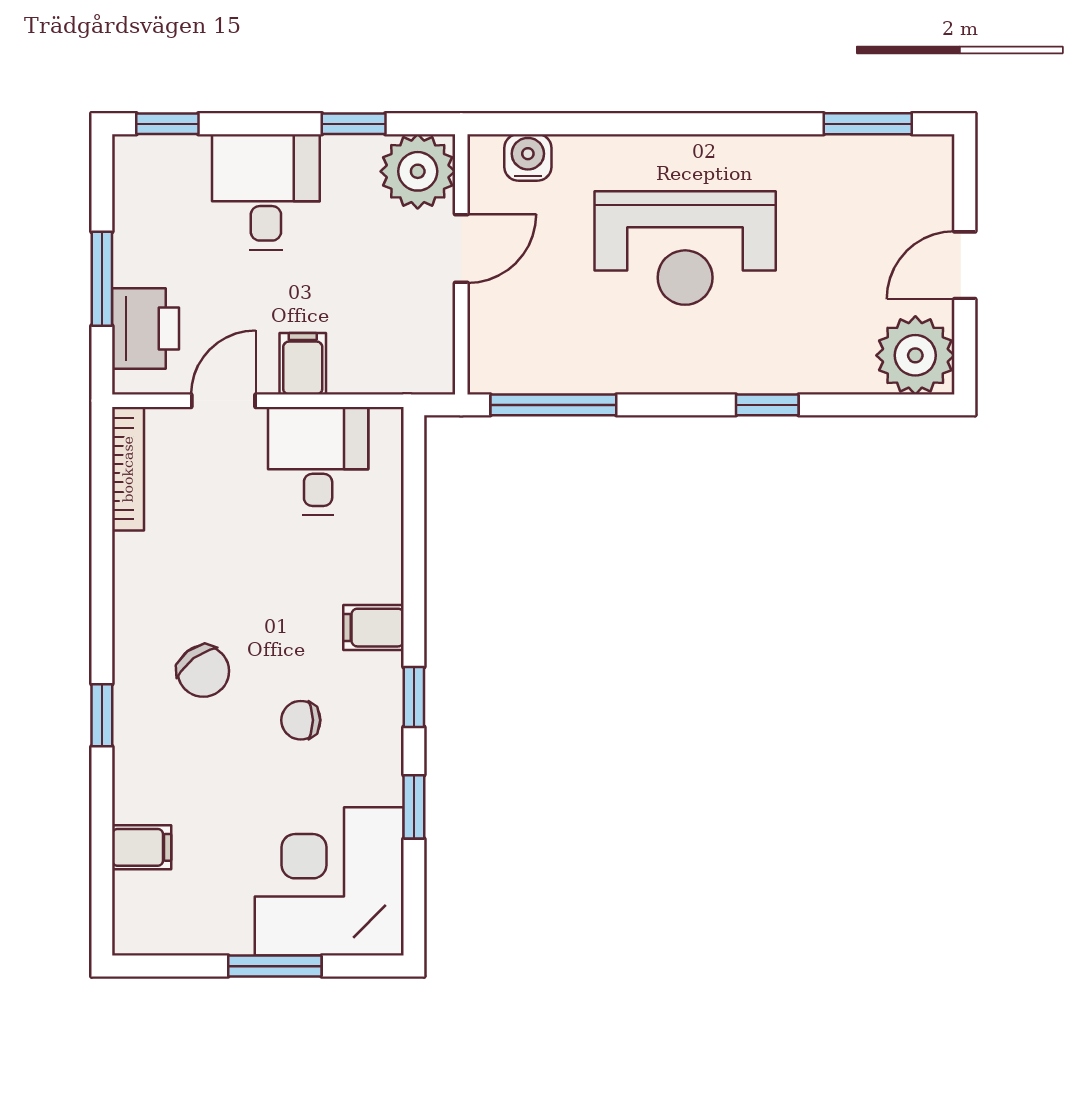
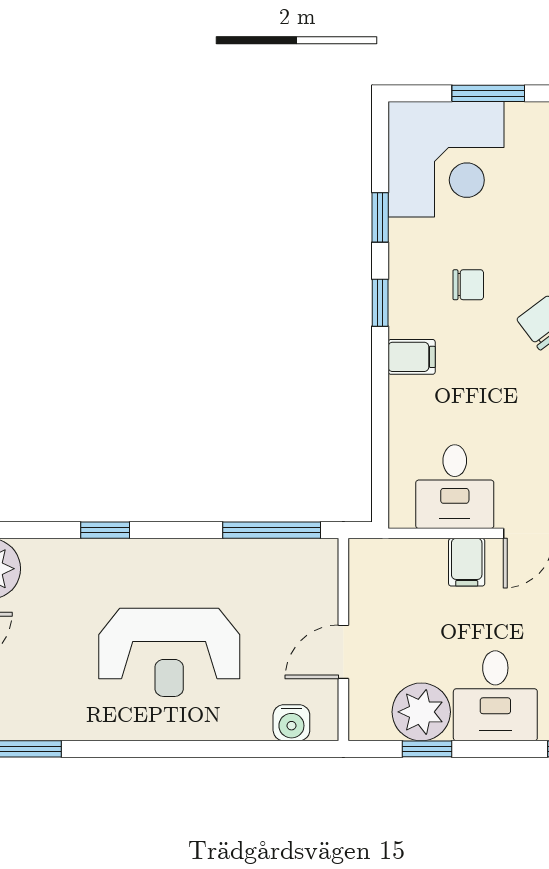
plant: (418, 171) -> (421, 712), moved
reception desk: (685, 248) -> (169, 652), turned 180

